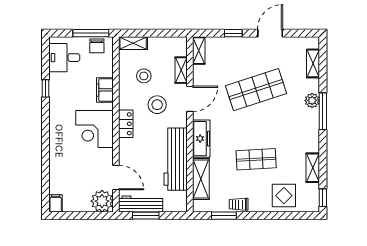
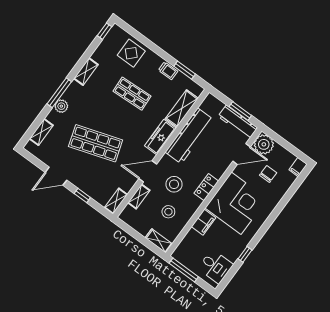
chair: (97, 46) -> (268, 174), moved
corner desk: (94, 129) -> (236, 203), width x1.36, depth x1.36
shelving: (313, 168) -> (86, 72), moved
door: (116, 178) -> (242, 154), swing flipped

